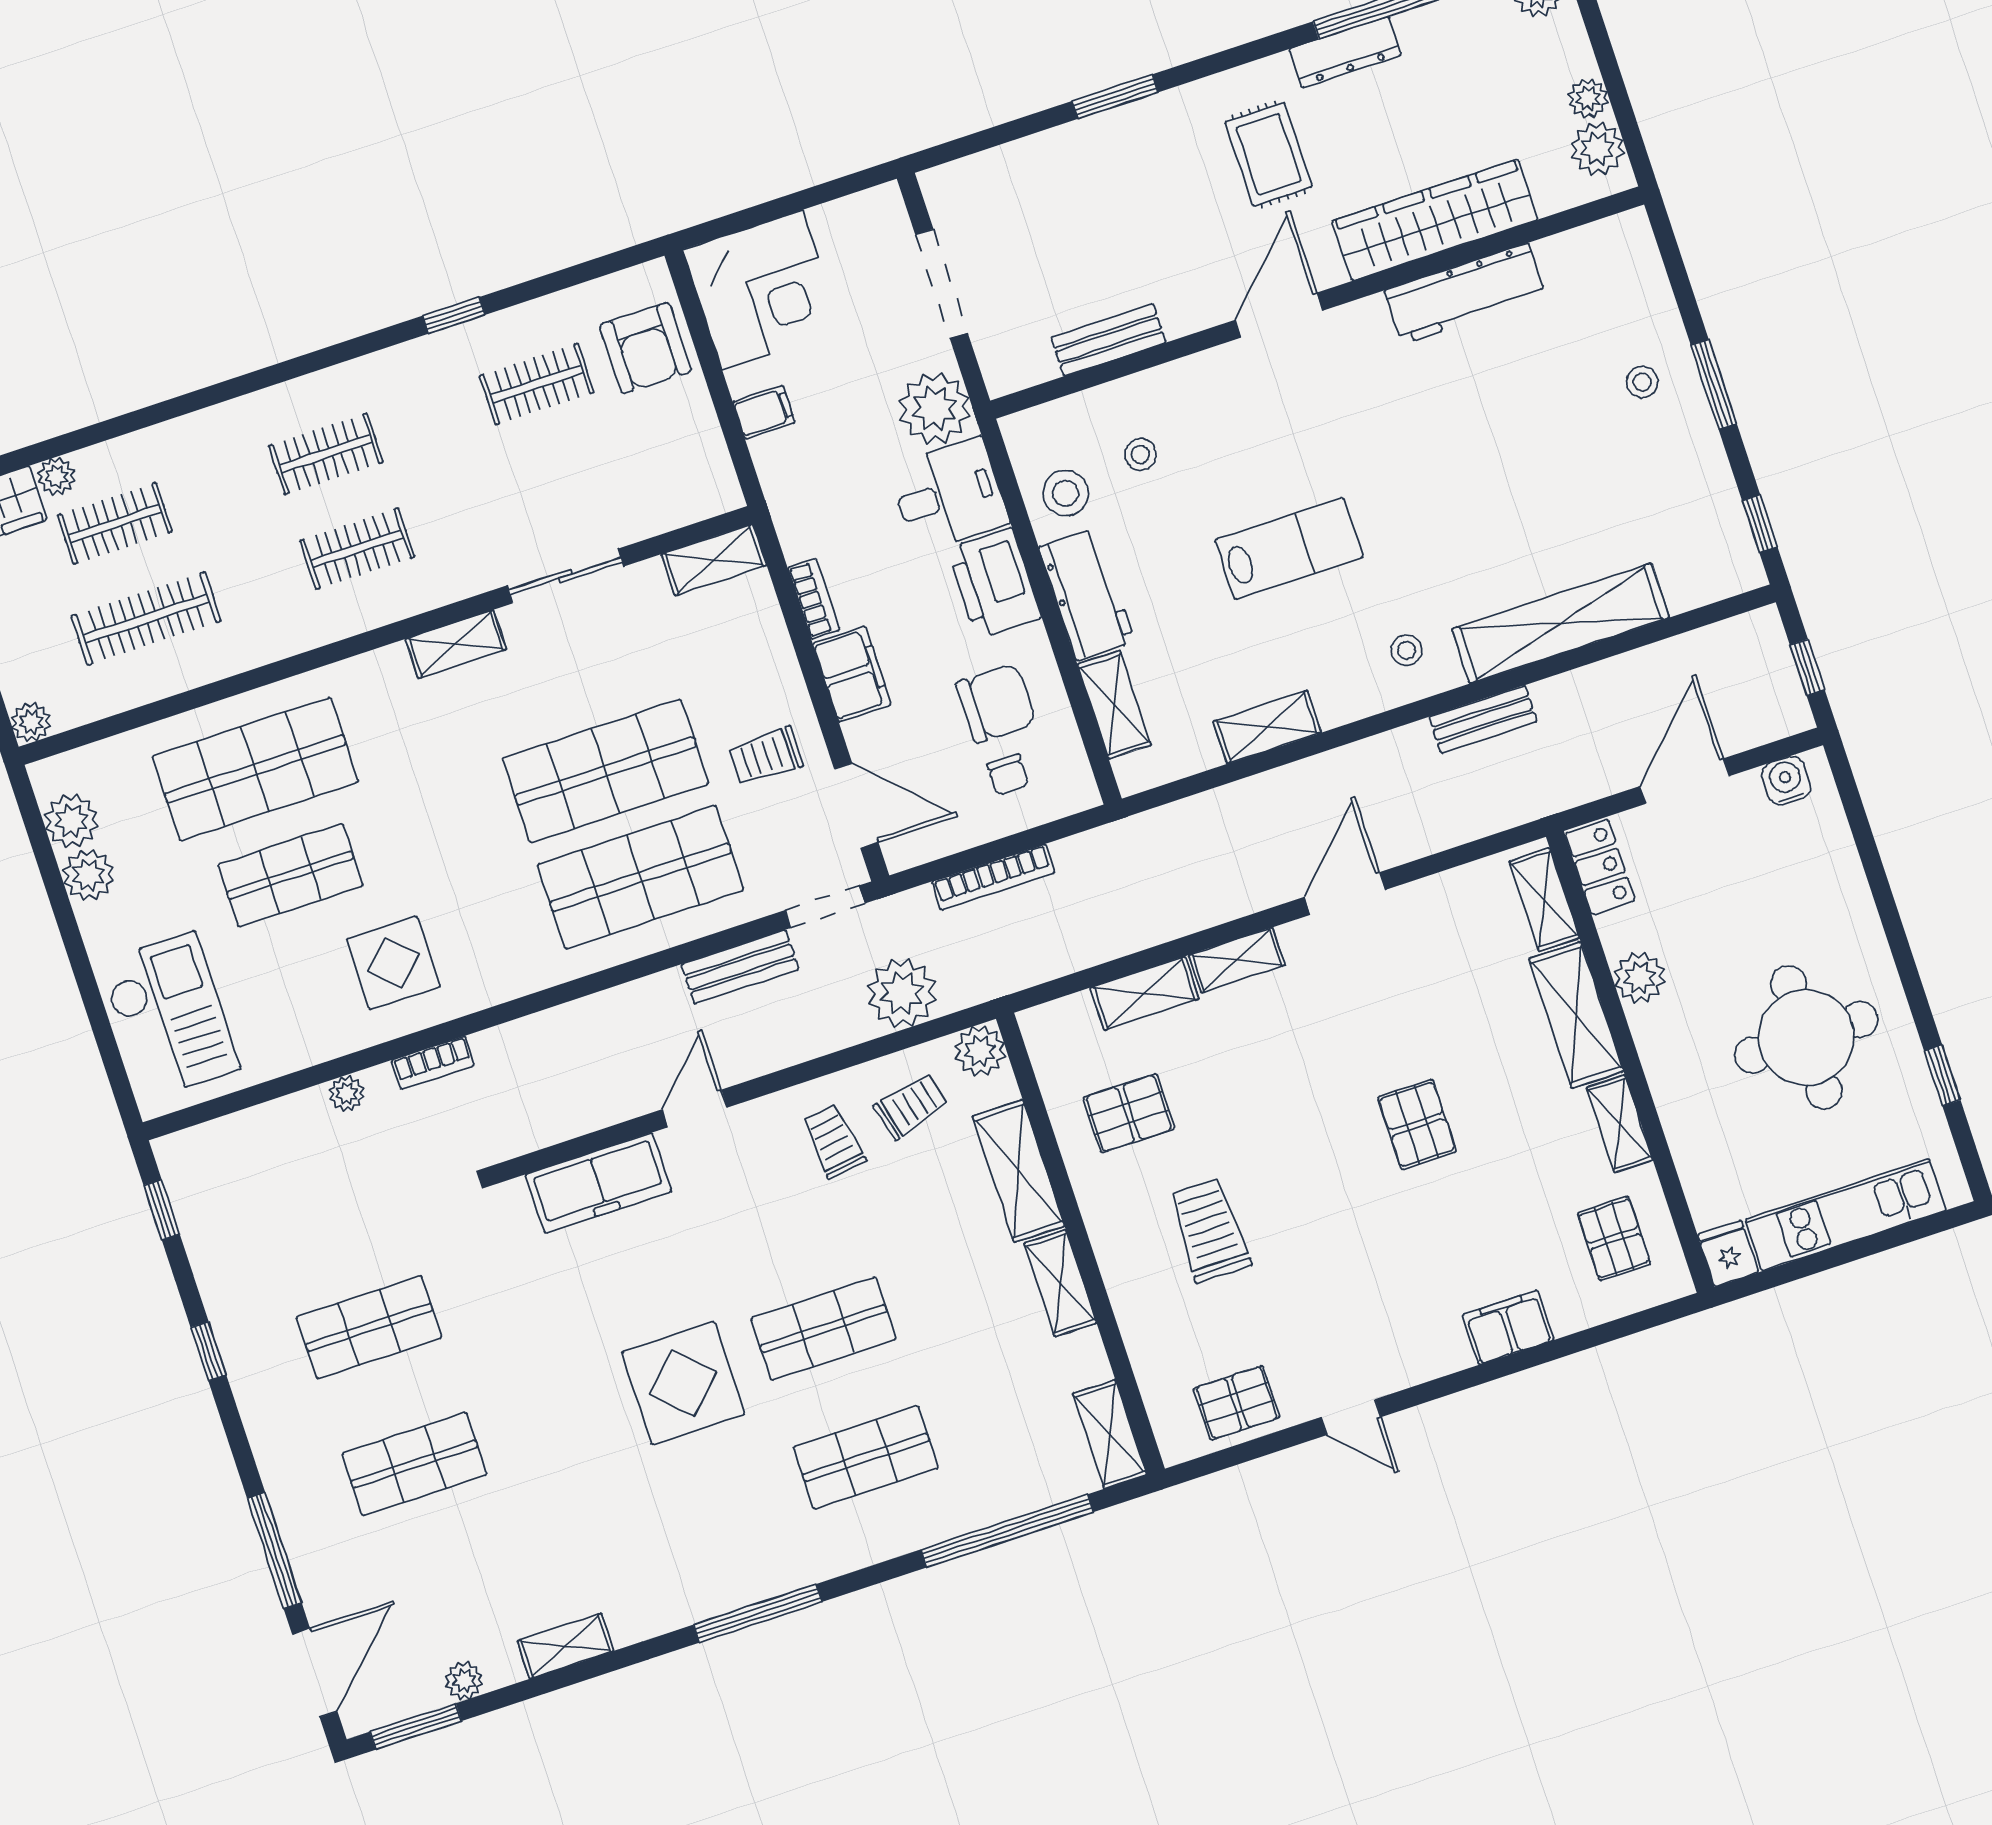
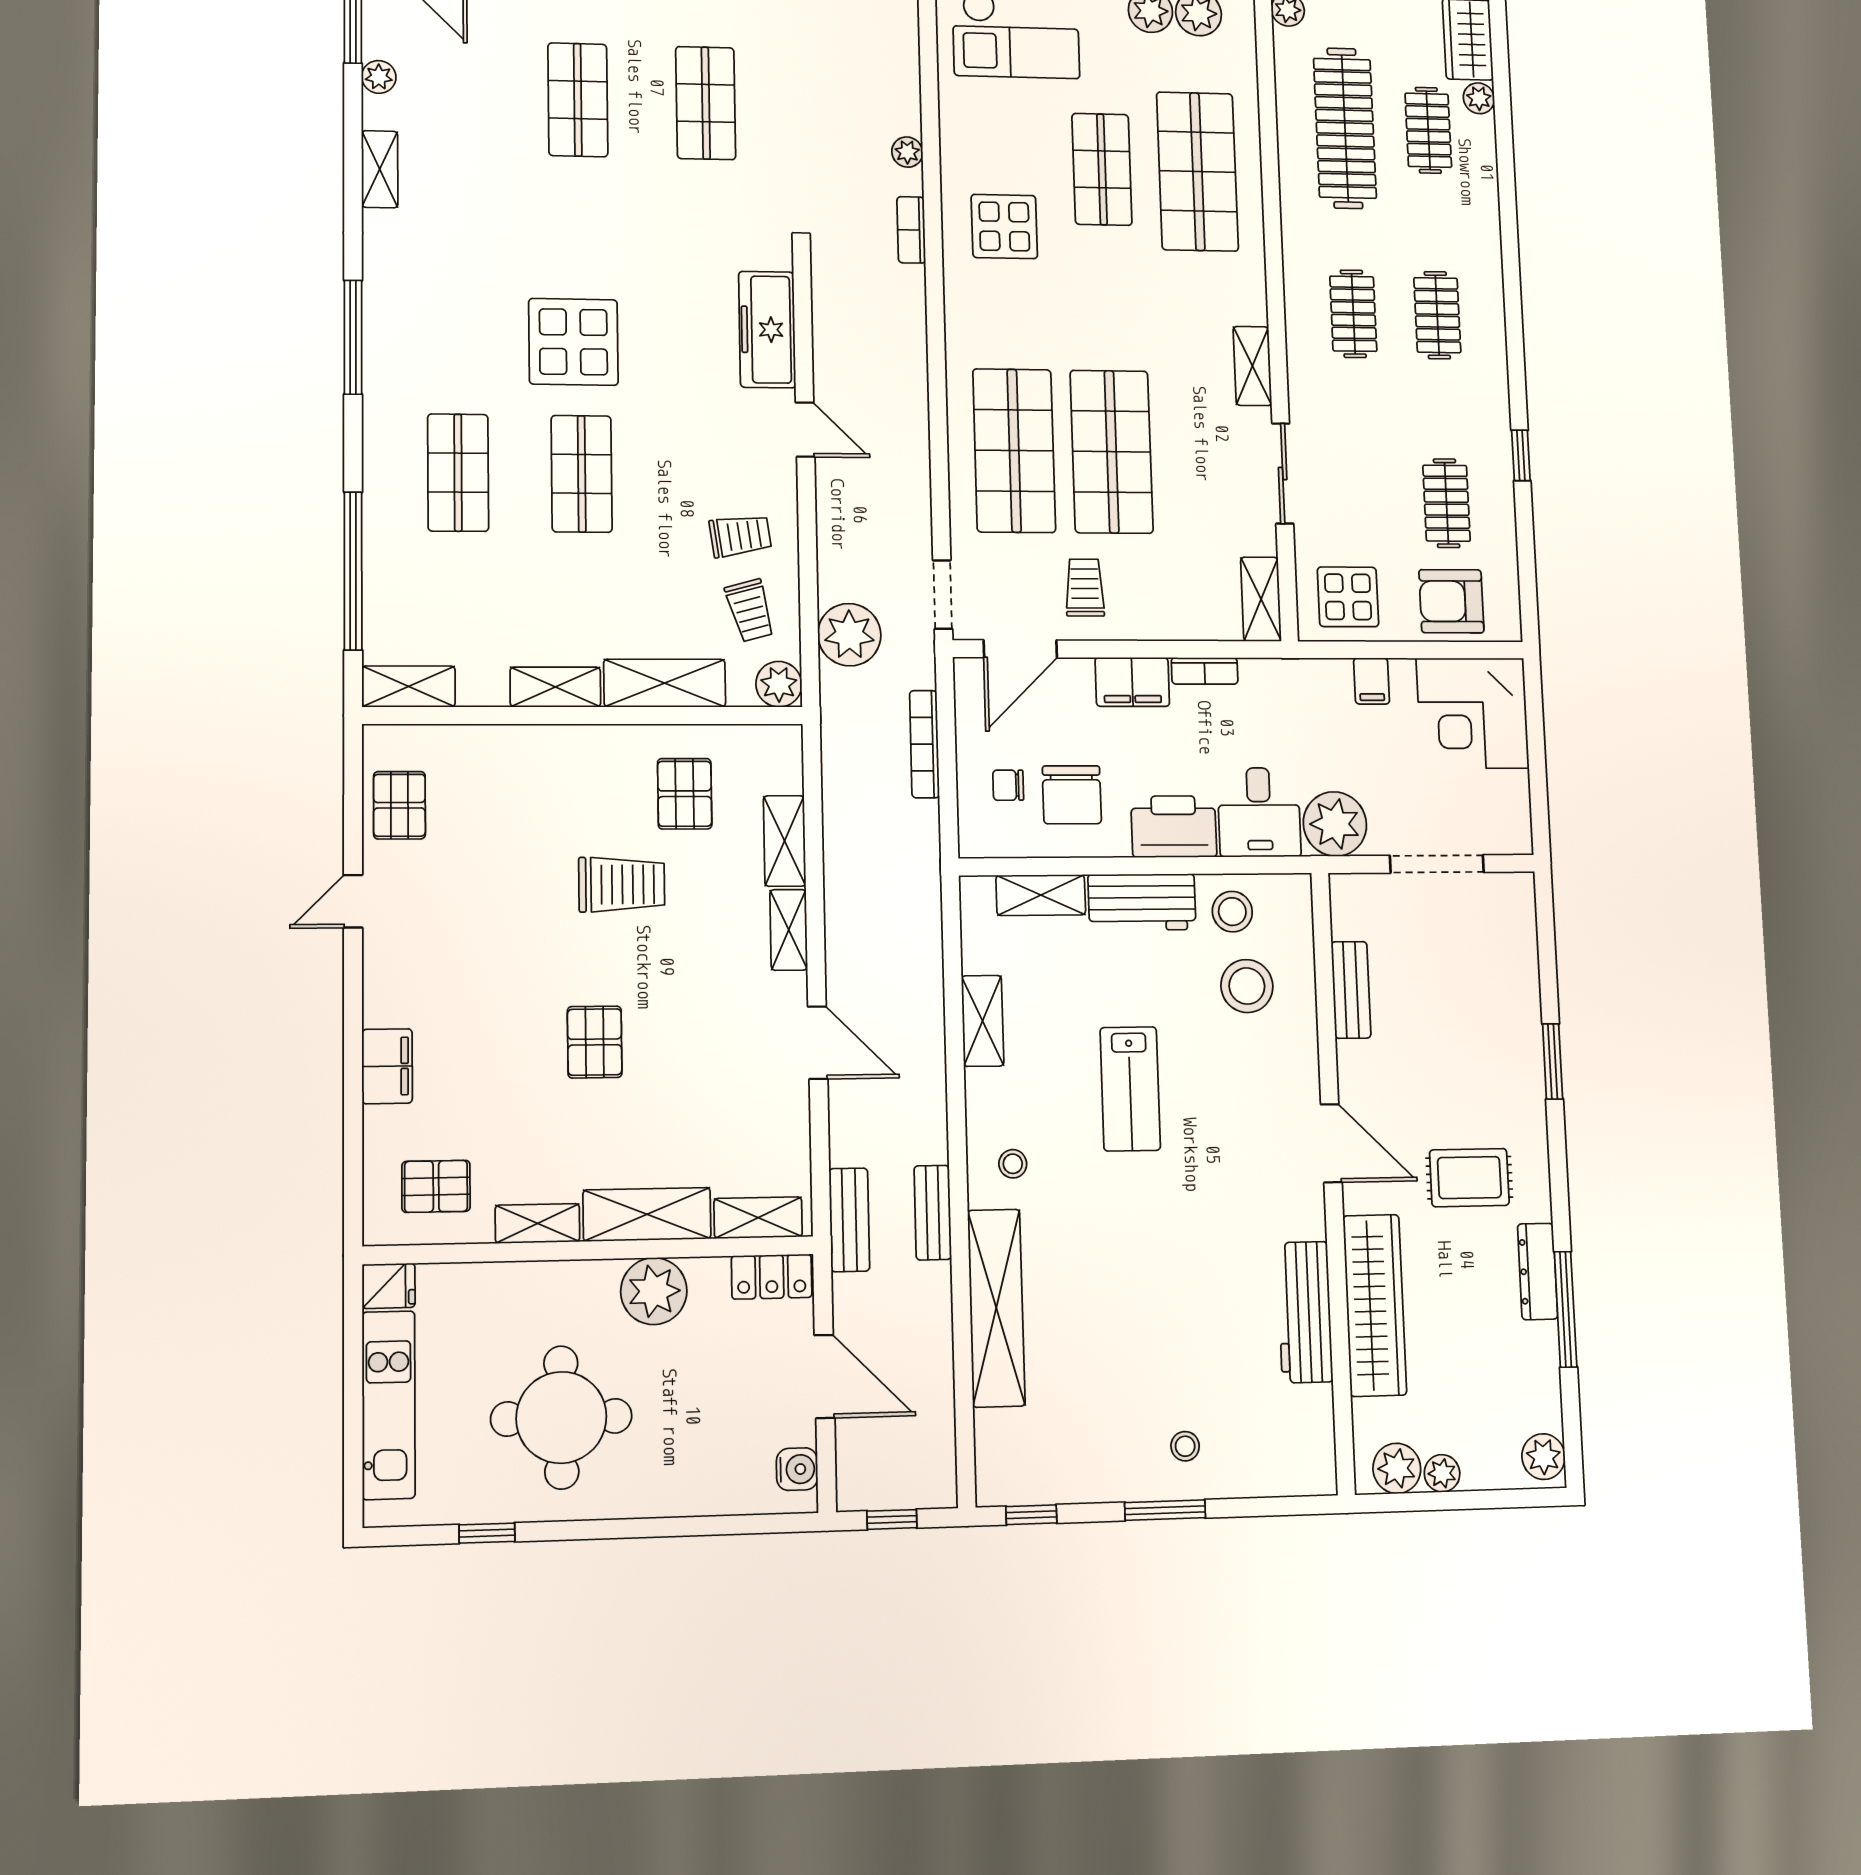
stool: (1140, 454) -> (1247, 986), width x1.89, depth x1.89
display table: (679, 464) -> (1348, 597), added
clothes rail: (146, 618) -> (1345, 128), width x1.37, depth x1.31
bench: (740, 967) -> (849, 1220), moved
plant: (1640, 977) -> (654, 1291), width x1.36, depth x1.36
pallet: (1417, 1124) -> (595, 1042), turned 90
trolley: (1210, 1230) -> (622, 884), moved

